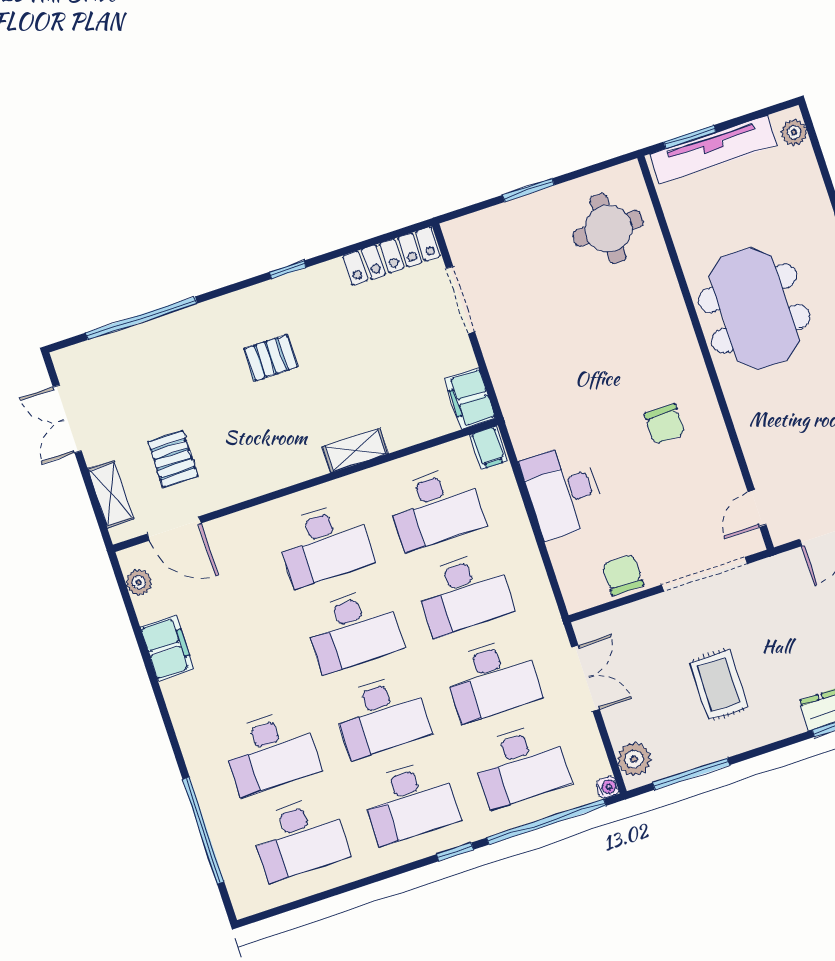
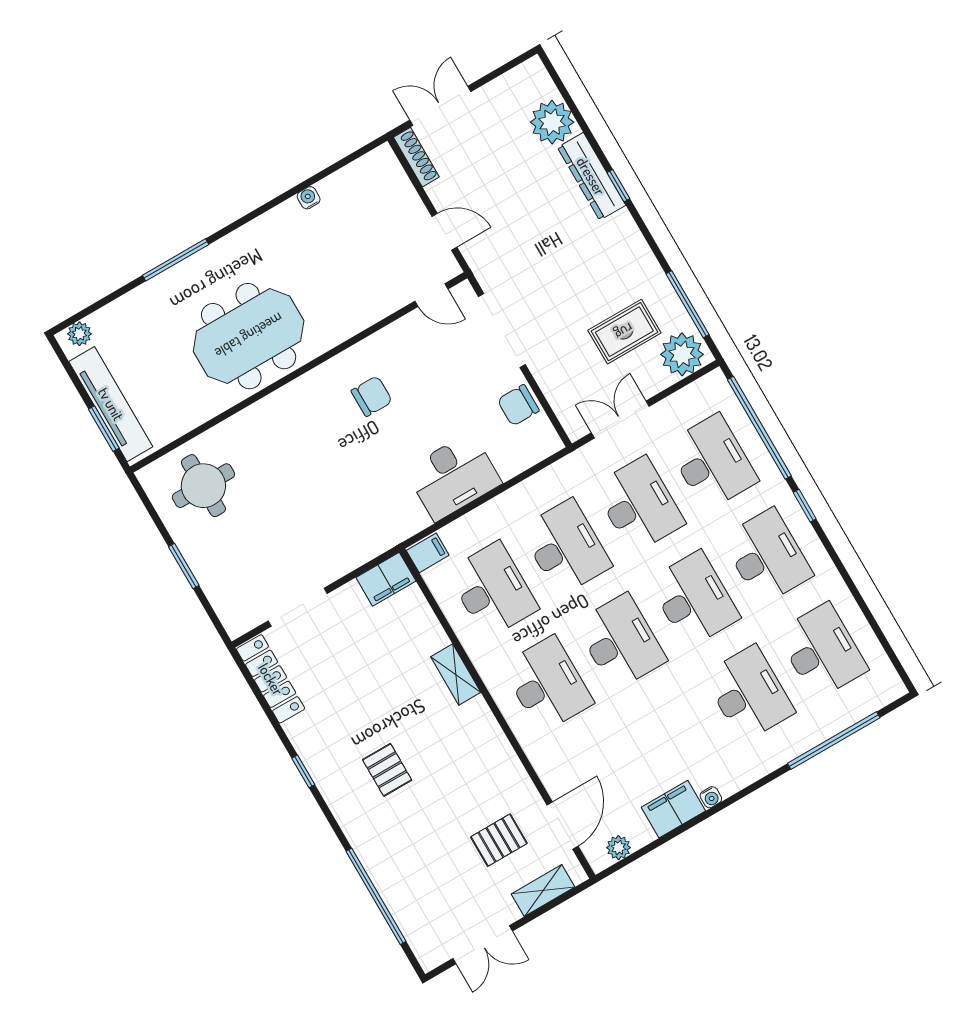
rug: (719, 685) -> (624, 332), moved
plant: (634, 759) -> (682, 354), width x1.36, depth x1.36
water cooler: (607, 787) -> (711, 797), moved, turned 180

